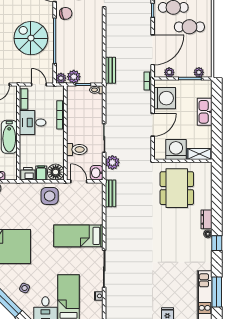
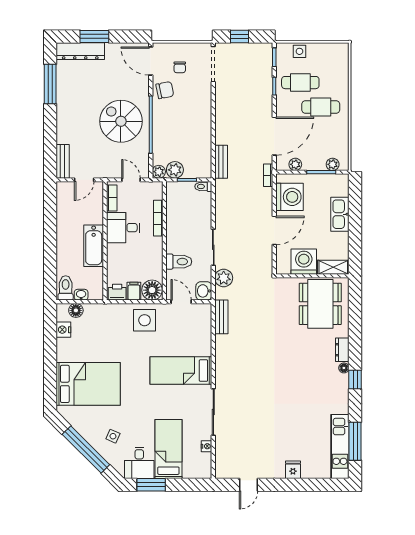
dining table: (177, 188) -> (320, 304), moved

